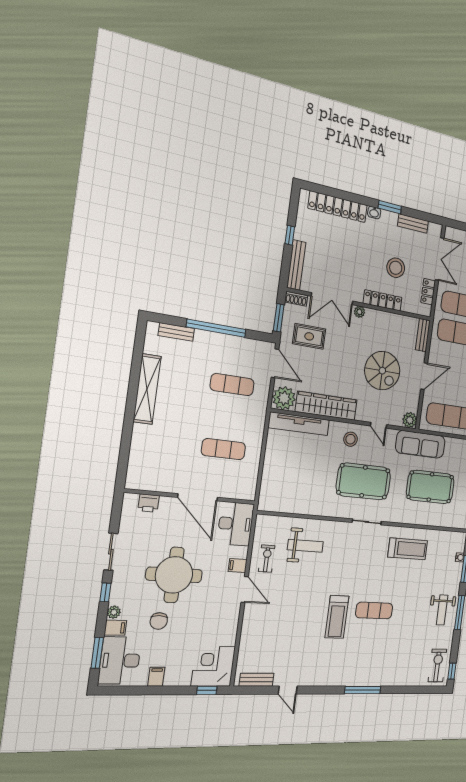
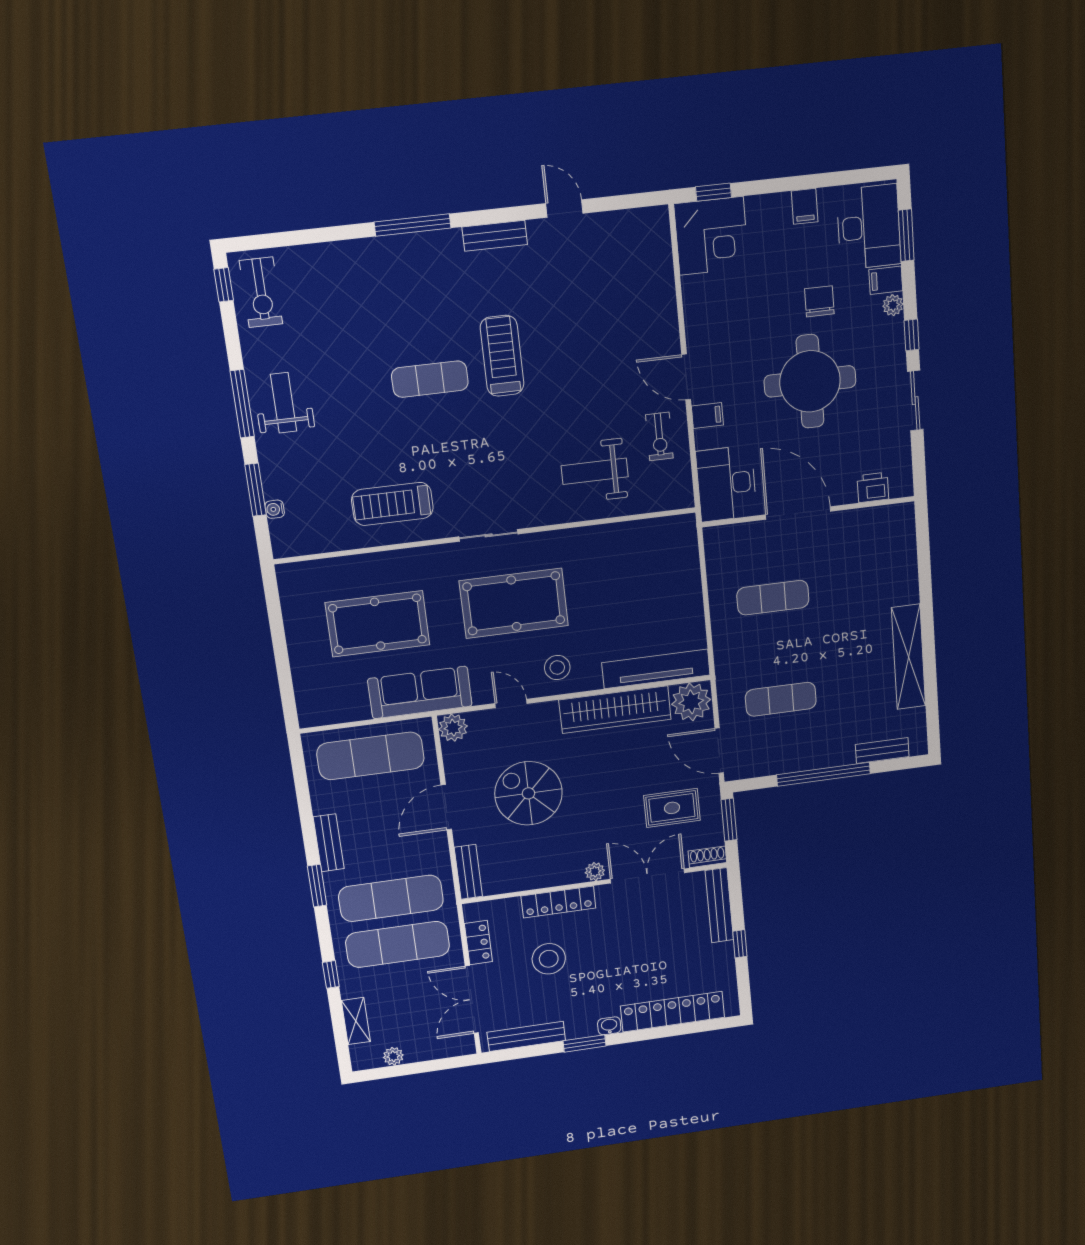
bench: (413, 223) -> (526, 1036), width x1.36
bench: (257, 680) -> (495, 236), moved

